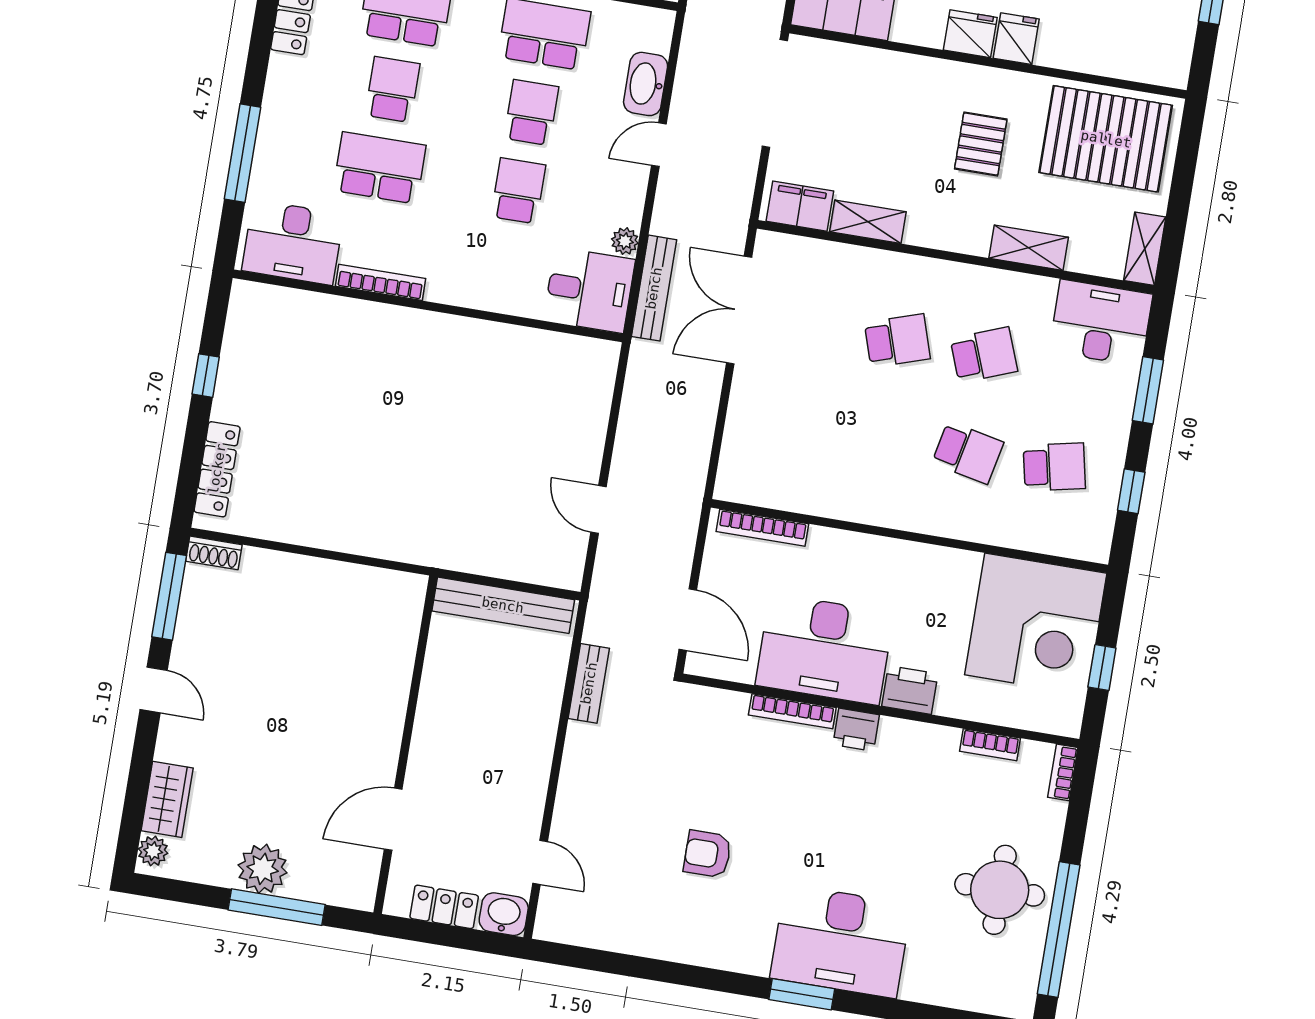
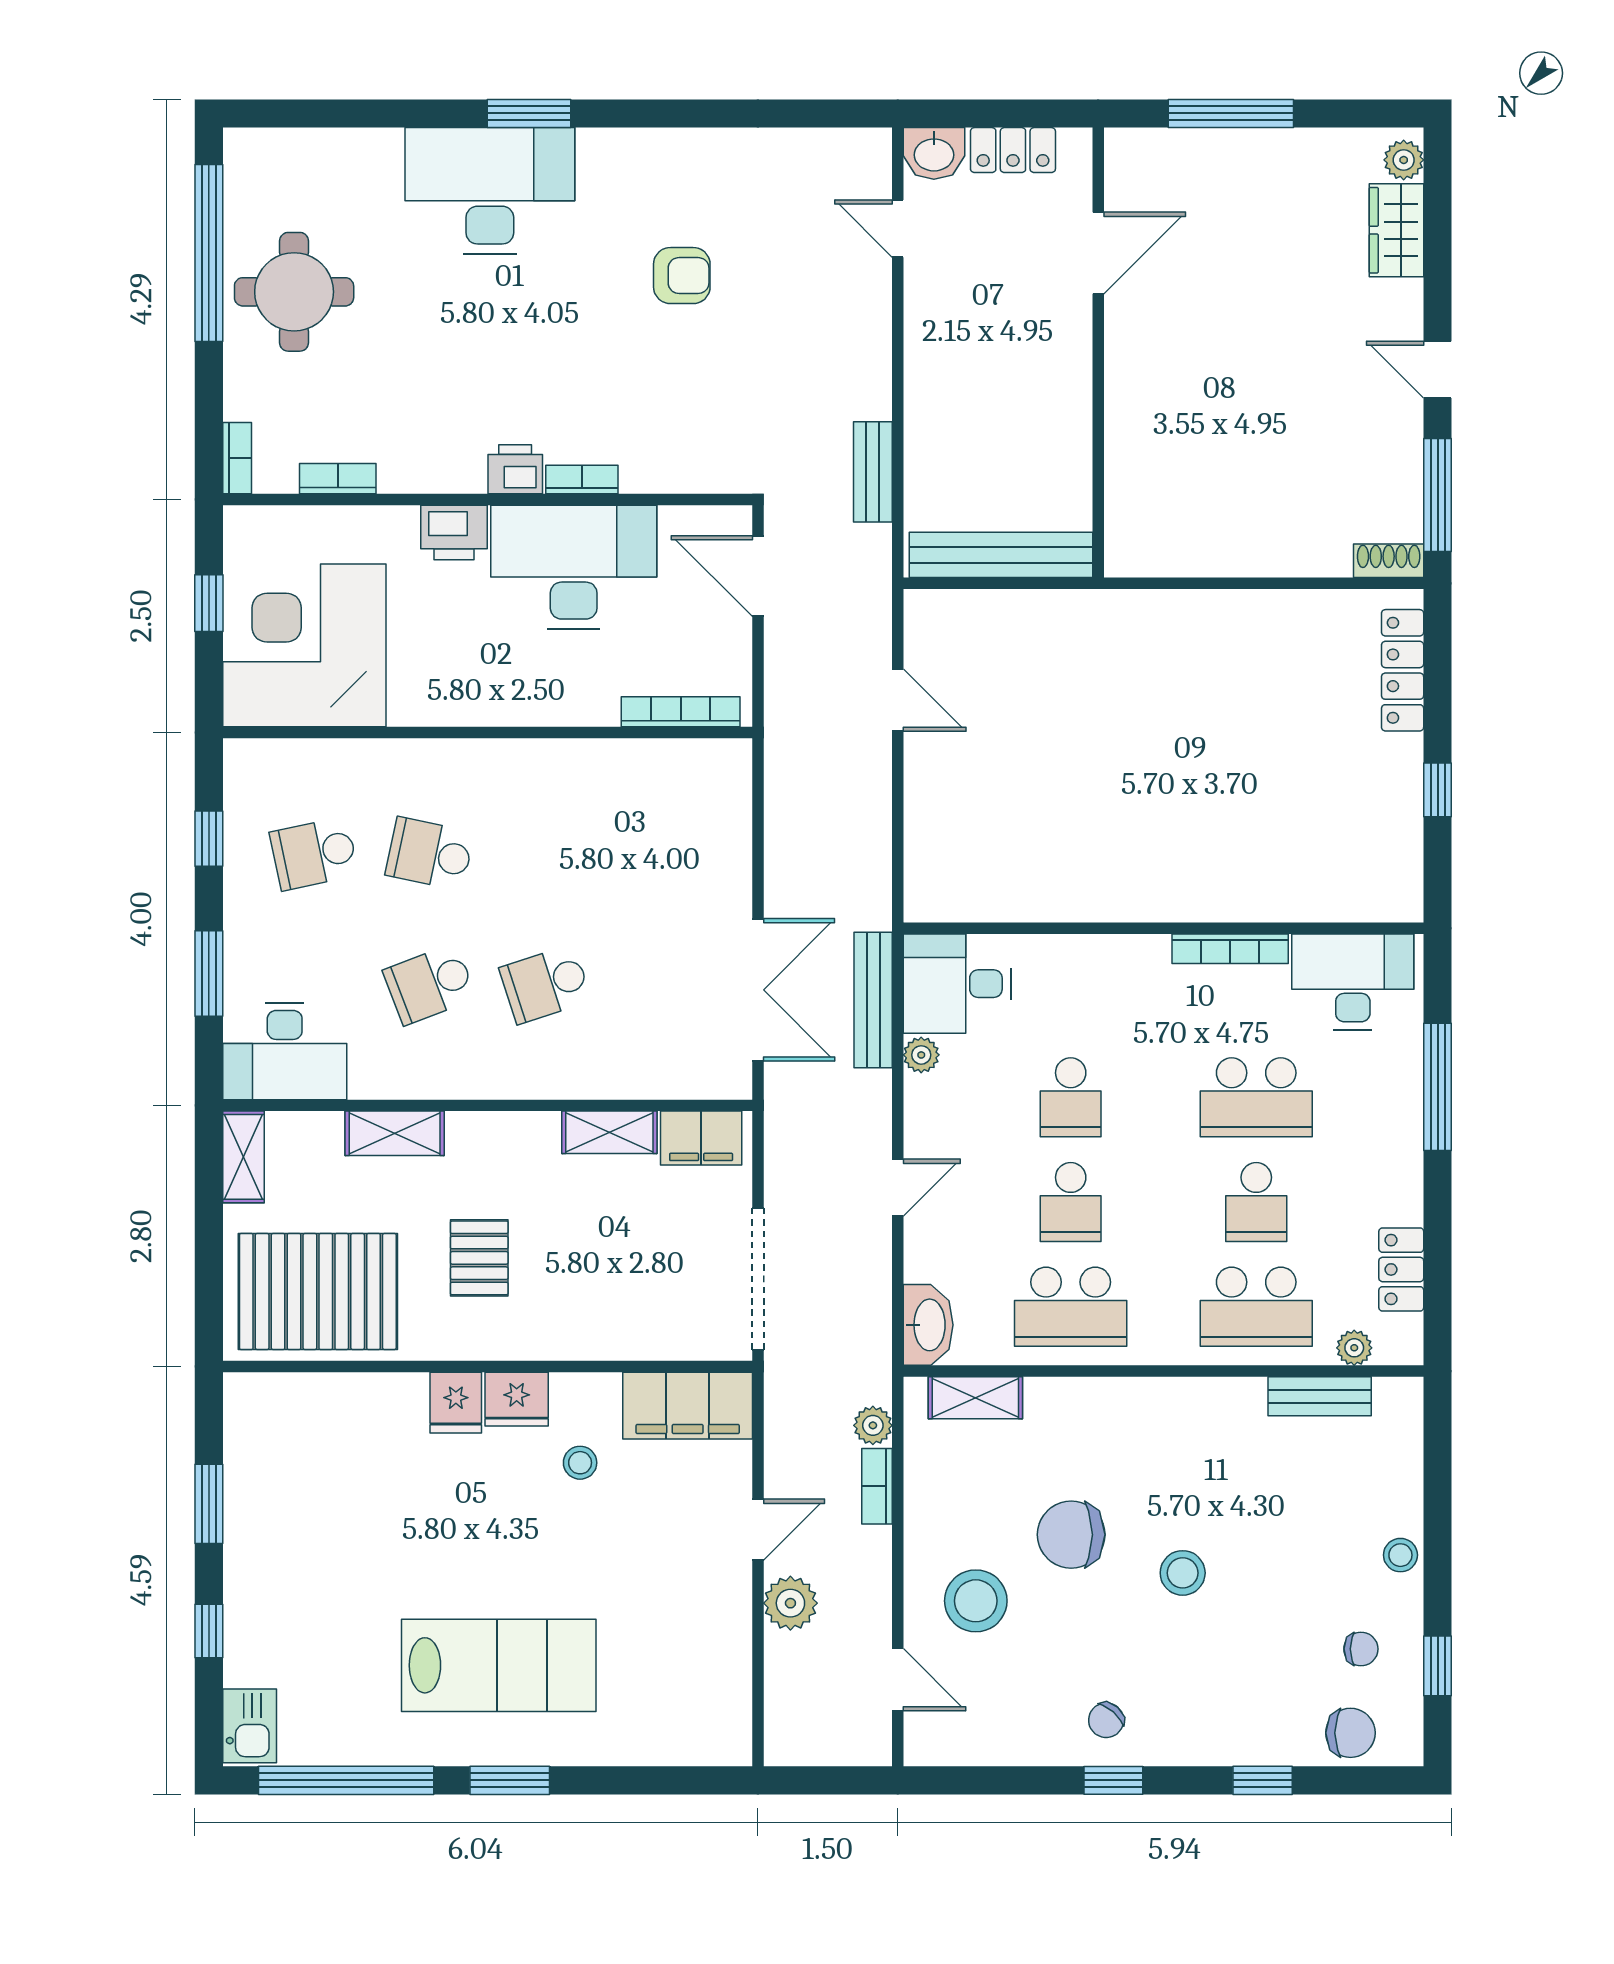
washbasin: (646, 84) -> (928, 1325), moved
bookcase: (792, 711) -> (582, 479), width x0.64
plant: (263, 869) -> (1257, 160), removed

